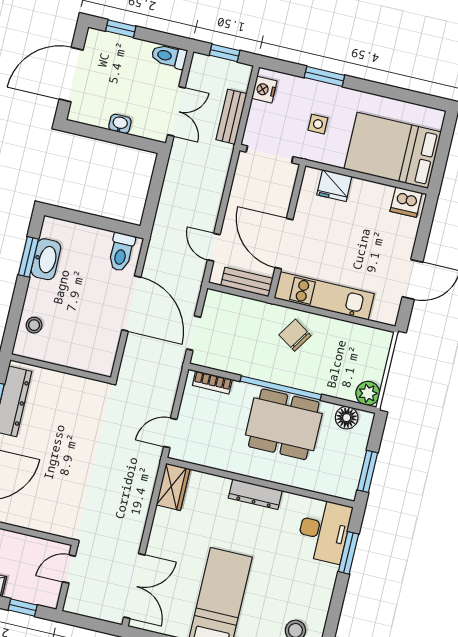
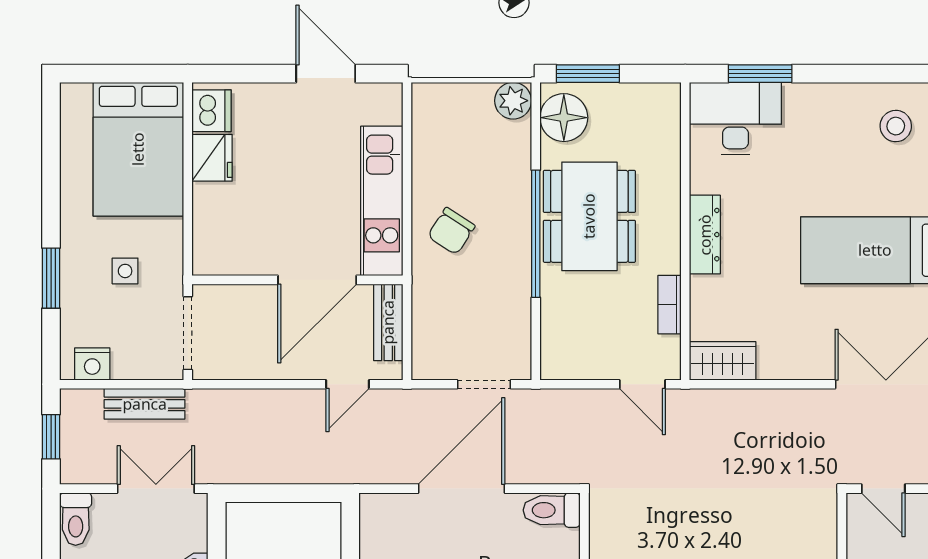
fridge: (334, 186) -> (212, 158), moved
toilet: (121, 252) -> (552, 510), moved, turned 180
bookcase: (212, 382) -> (669, 305), moved, turned 180
floor lamp: (347, 418) -> (564, 118), width x1.38, depth x1.38
window: (368, 471) -> (588, 74), moved

